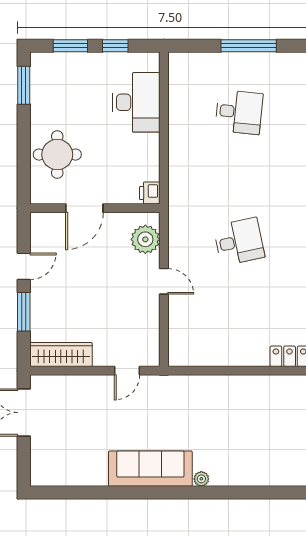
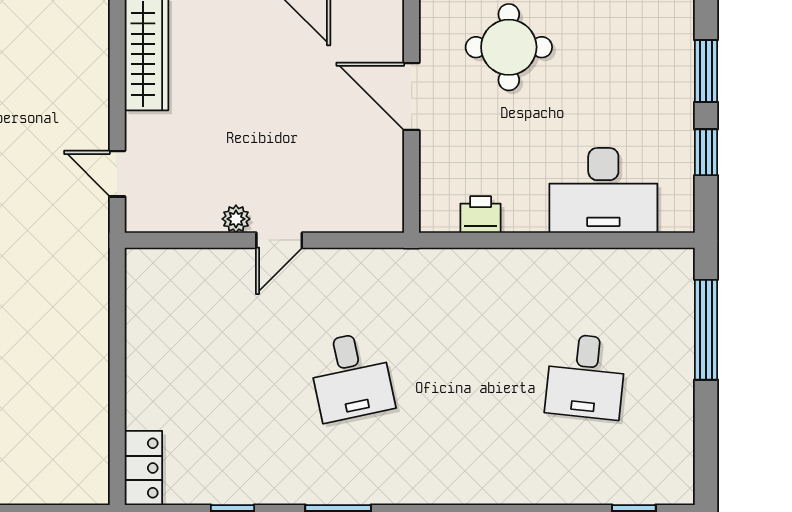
window: (249, 46) -> (706, 330), moved
printer: (150, 193) -> (481, 215), moved
plant: (145, 239) -> (236, 219), moved, width x0.53, depth x0.53

